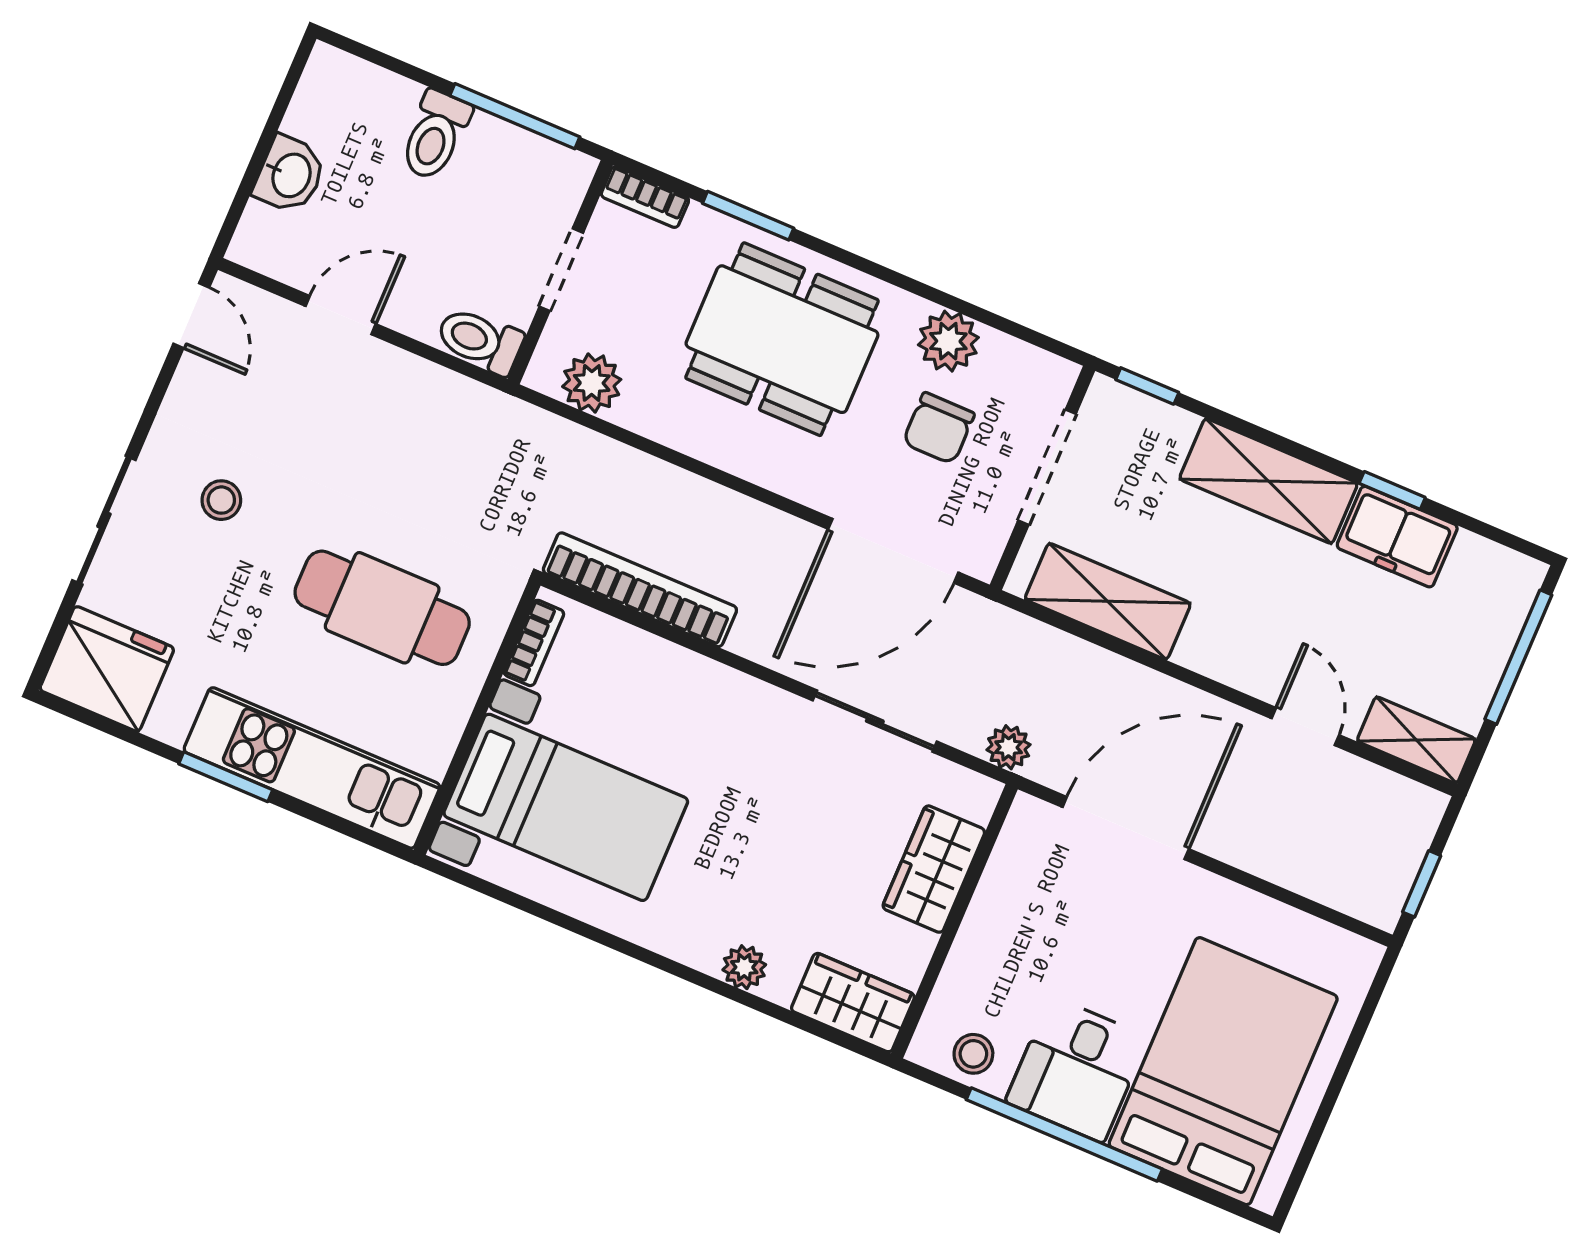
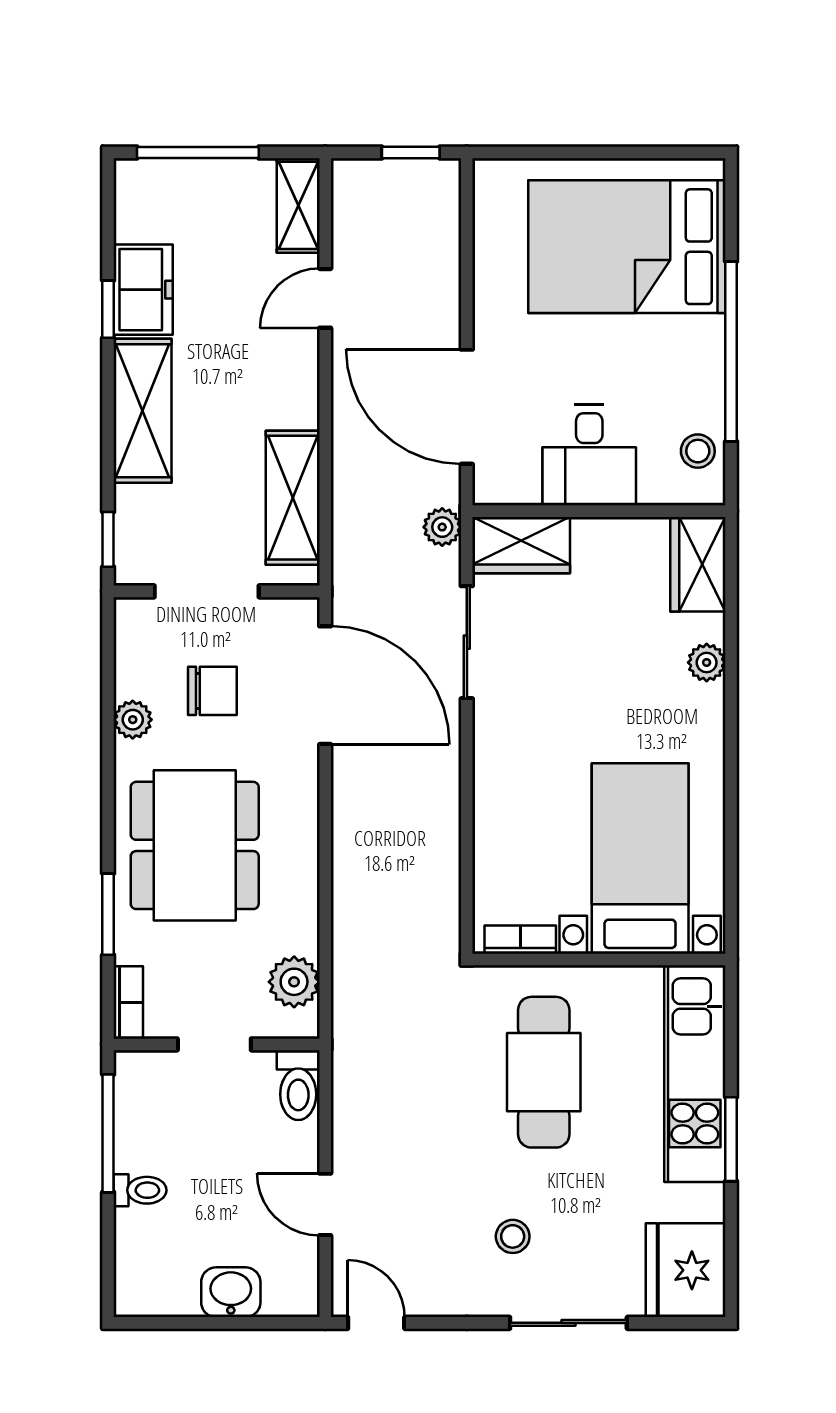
toilet: (435, 135) -> (140, 1190), width x0.73, depth x0.72
door: (191, 316) -> (376, 1323), hinge flipped
plant: (948, 341) -> (133, 720), width x0.73, depth x0.73
bookcase: (640, 590) -> (442, 873), removed
wardrobe: (934, 869) -> (521, 545), moved
desk: (1077, 1069) -> (589, 455), moved, turned 90

